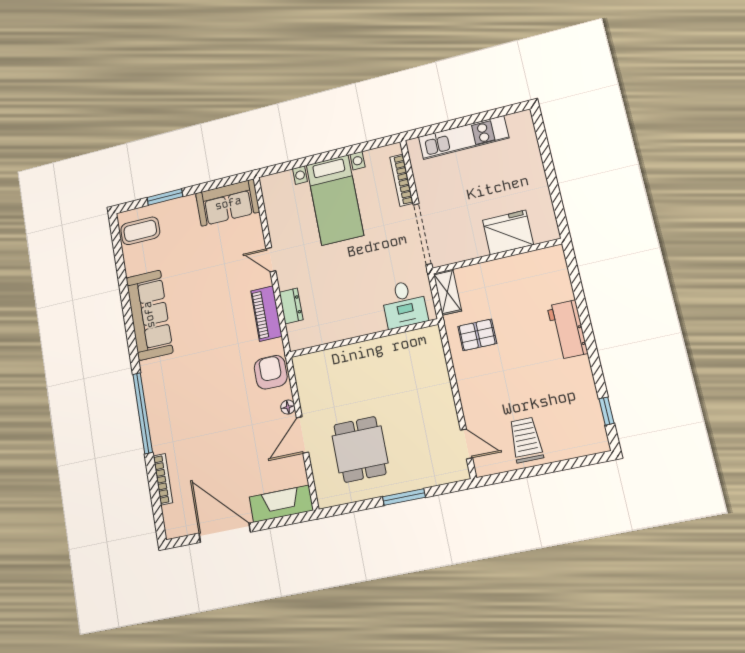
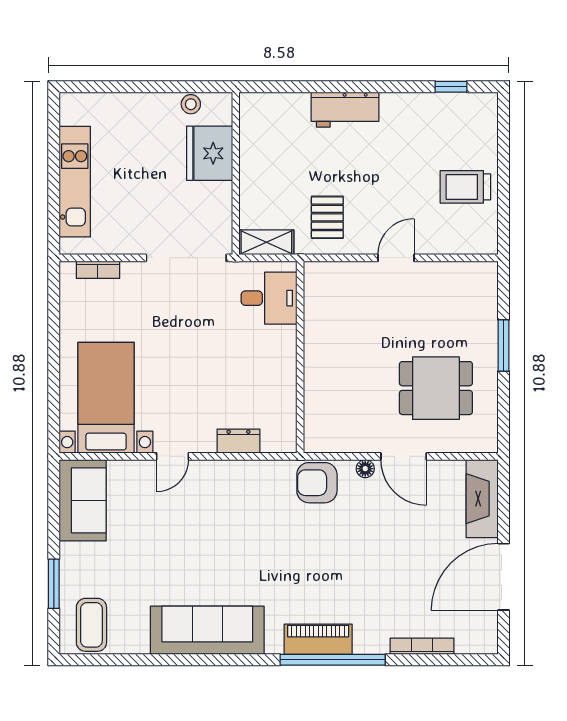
bookcase: (402, 180) -> (98, 270), width x0.64
bed with nightstands: (335, 200) -> (106, 398), moved, turned -90
stool: (544, 209) -> (191, 104), added
piano: (266, 314) -> (318, 639), moved, turned 180
door: (466, 444) -> (396, 258), moved

